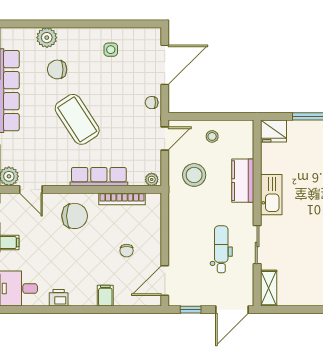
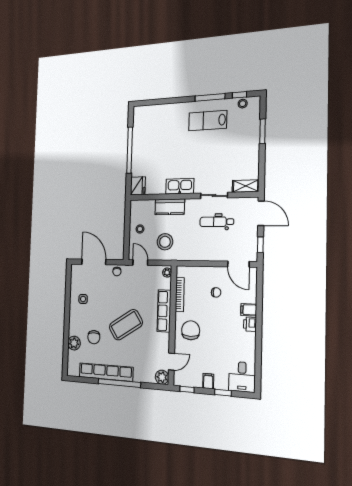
printer: (59, 298) -> (250, 324), moved

